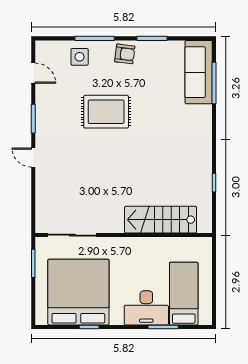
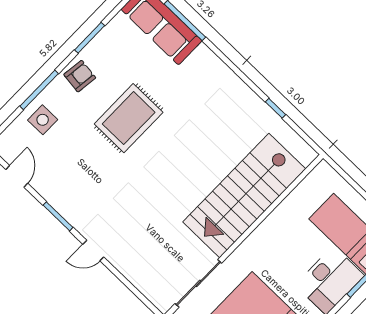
door: (33, 73) -> (17, 176), hinge flipped
rug: (106, 112) -> (129, 118), moved
stairs: (161, 220) -> (244, 195), width x1.36, depth x1.51

